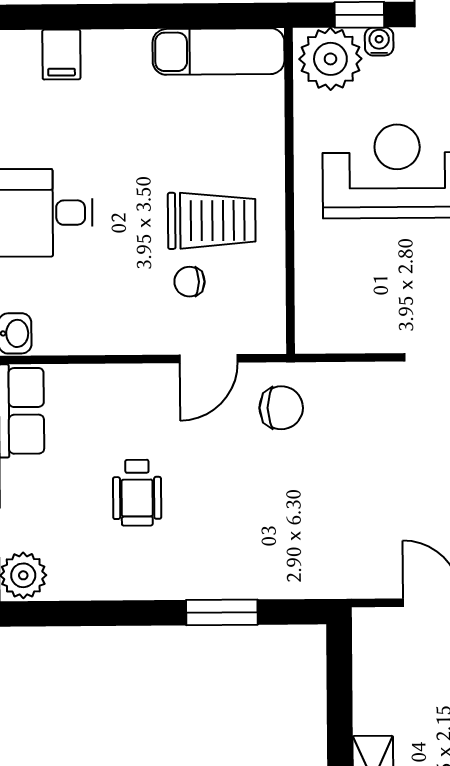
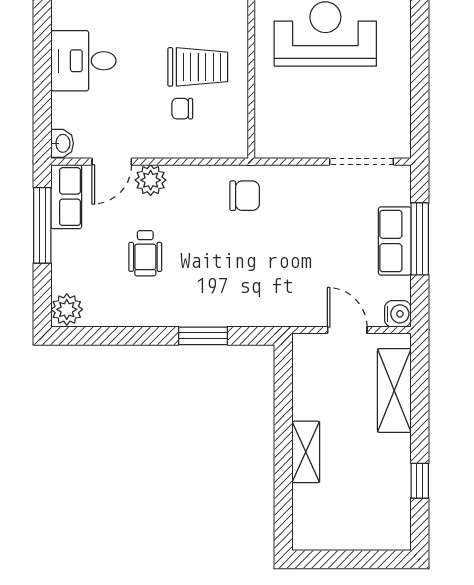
door: (209, 359) -> (112, 162), moved
plant: (144, 386) -> (151, 180), added

